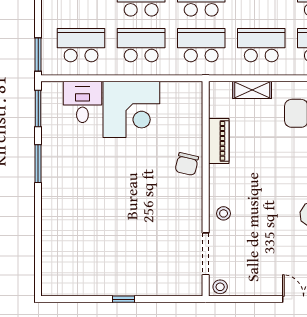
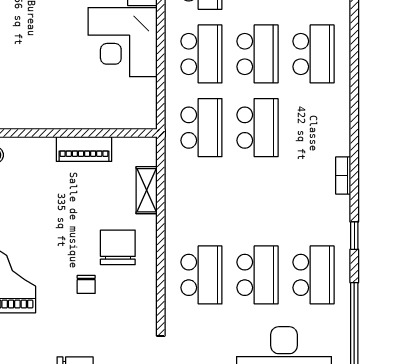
school desk: (261, 45) -> (201, 201), removed
chair: (187, 164) -> (56, 110), removed

